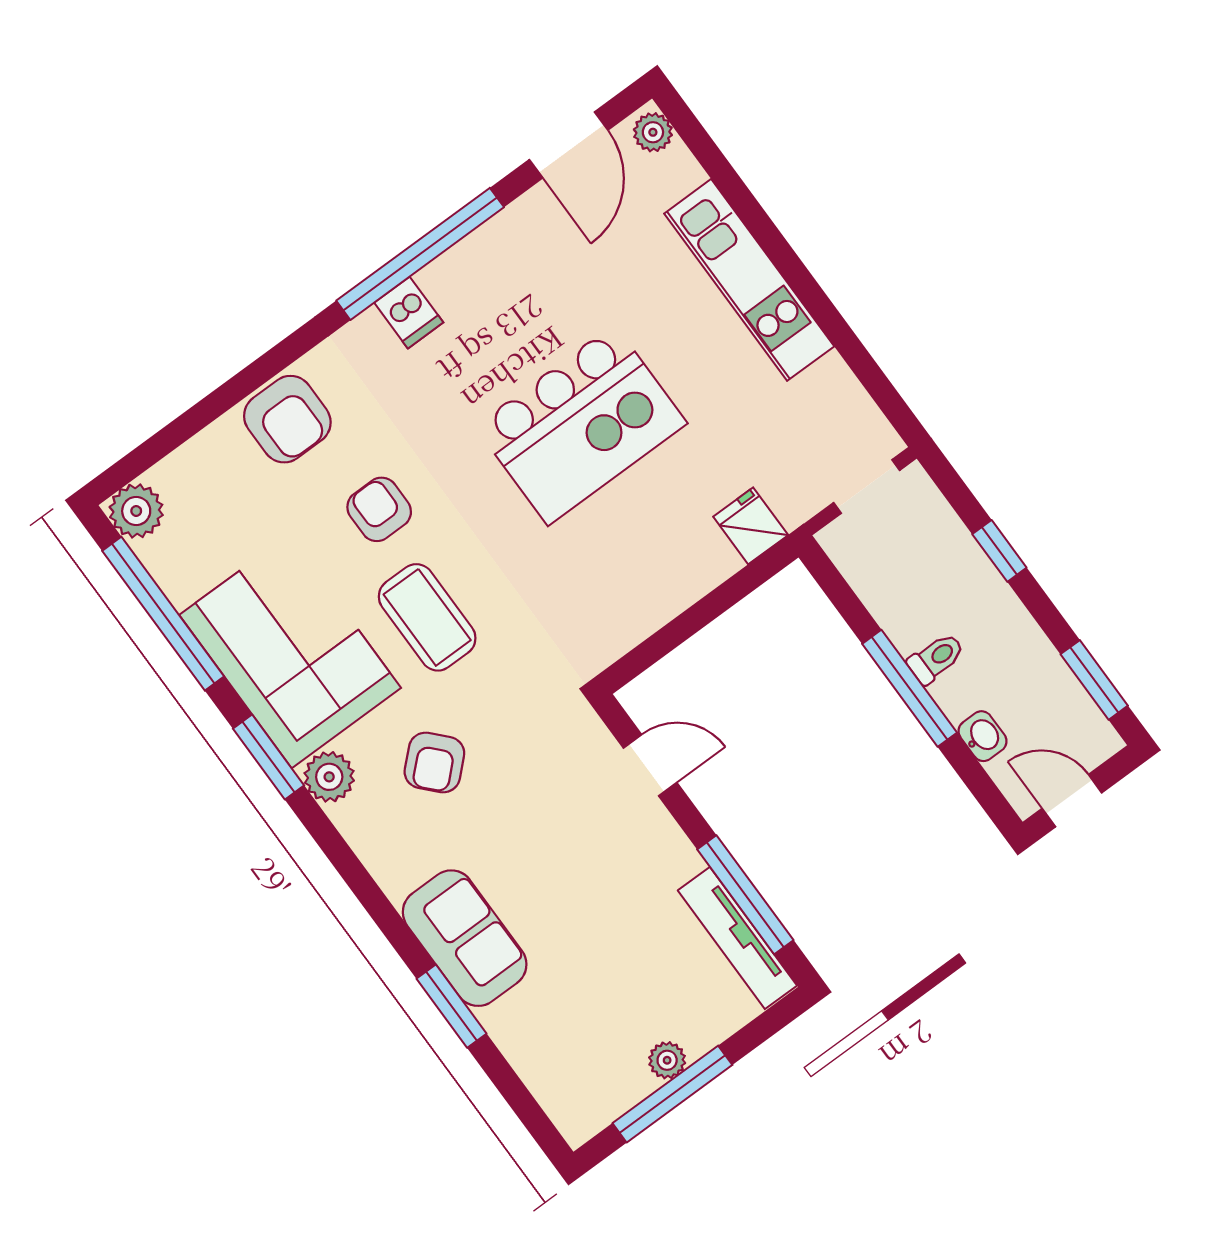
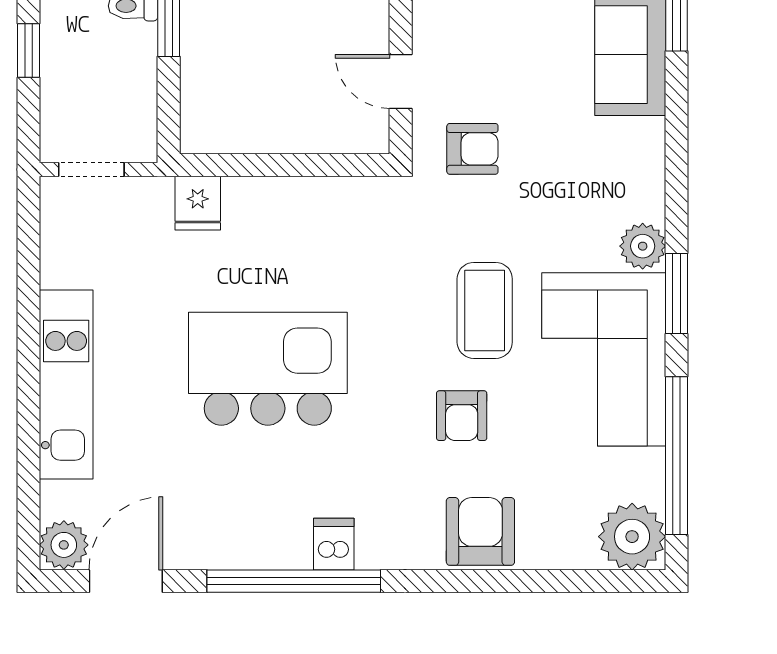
plant: (653, 132) -> (64, 545), width x1.38, depth x1.38
plant: (136, 511) -> (632, 537), width x1.36, depth x1.36
armchair: (434, 762) -> (472, 149), moved, turned 43

